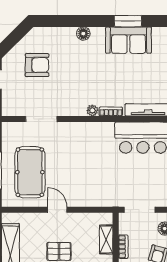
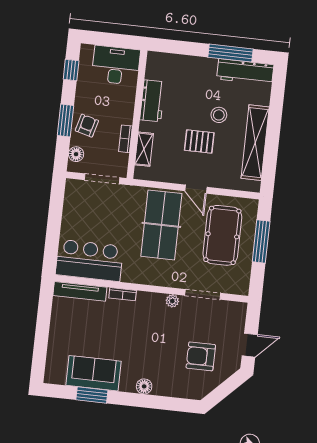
plant: (92, 110) -> (172, 301), moved
table tennis table: (84, 175) -> (161, 225), added

